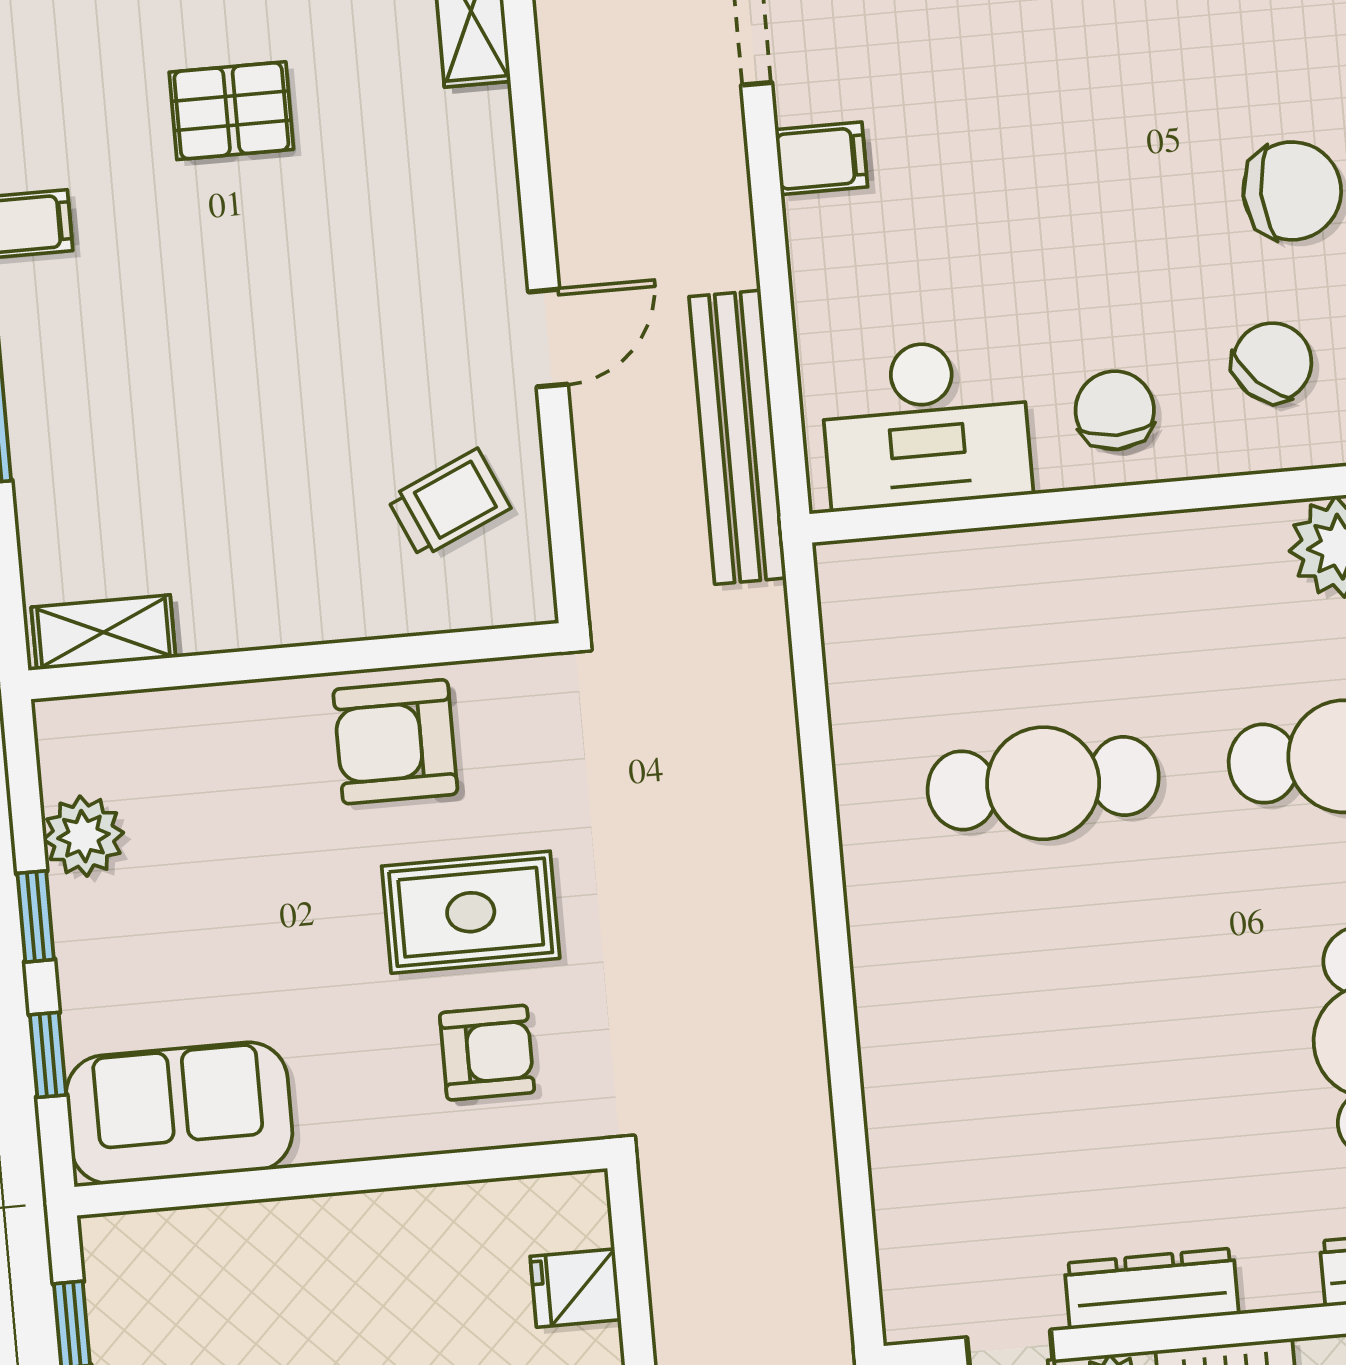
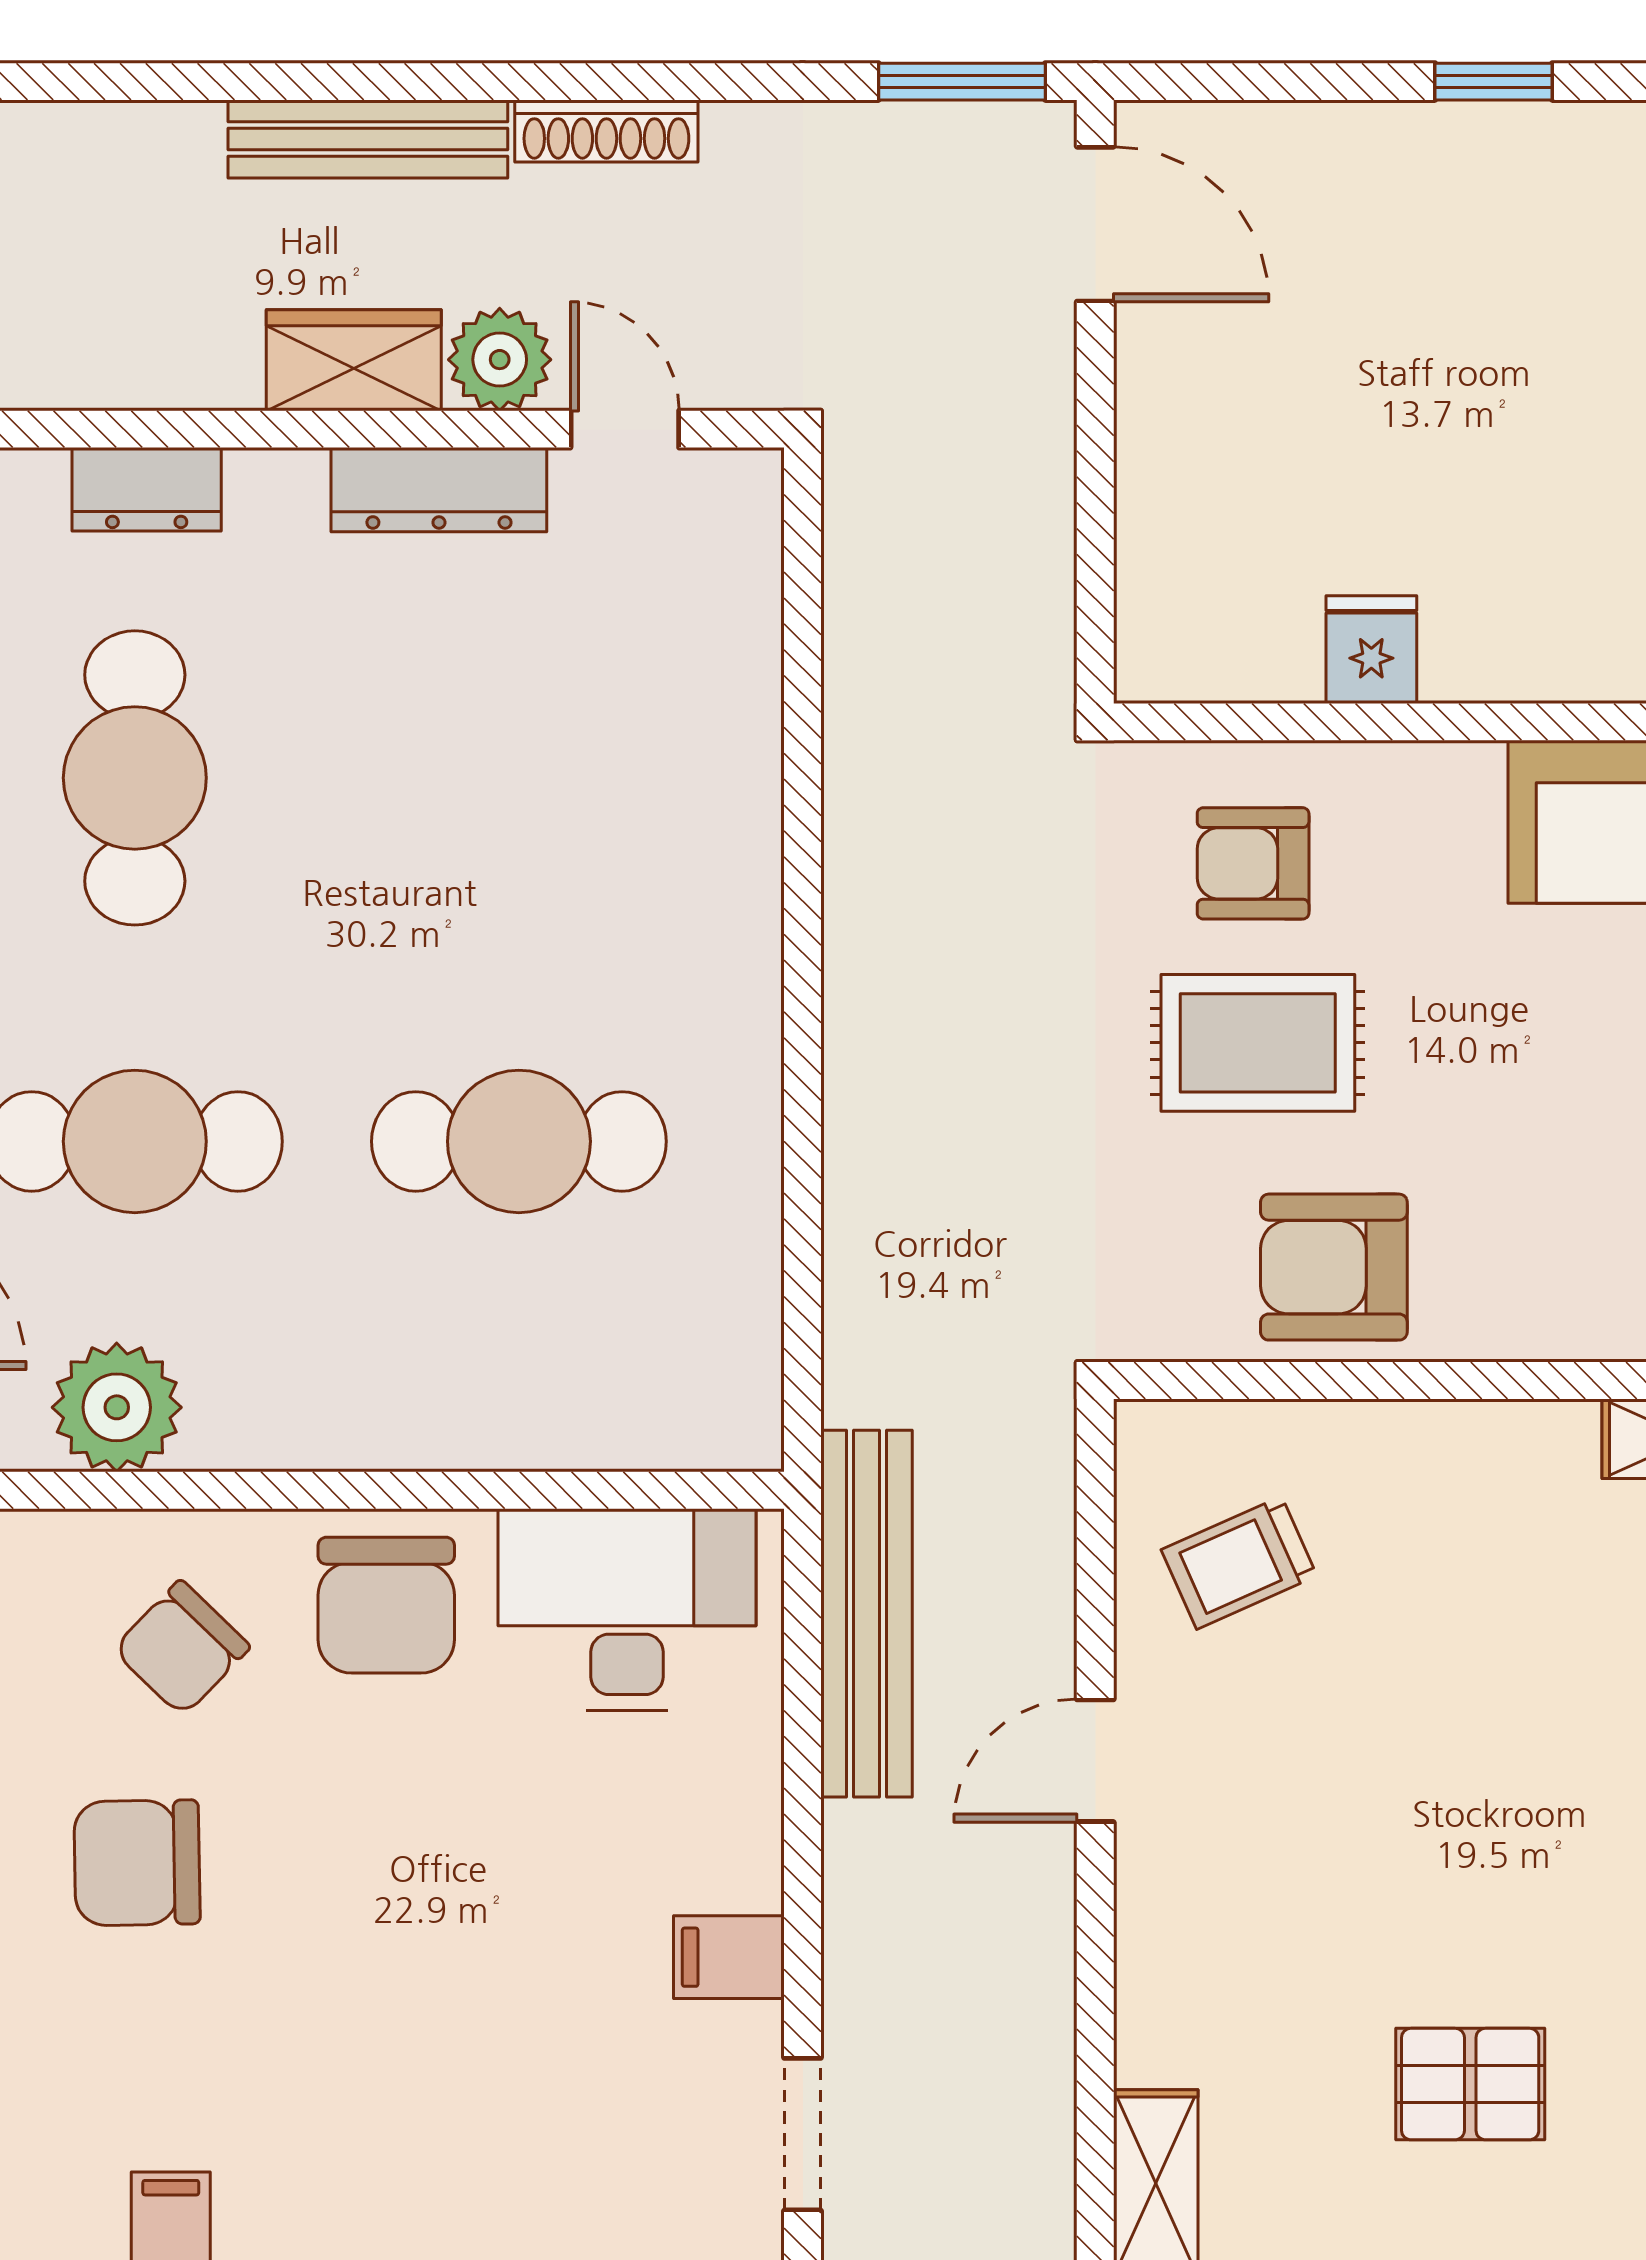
chair: (1115, 410) -> (386, 1605), width x1.37, depth x1.37
armchair: (395, 742) -> (1334, 1267), turned 180
fridge: (576, 1288) -> (1371, 650), moved, turned -90

